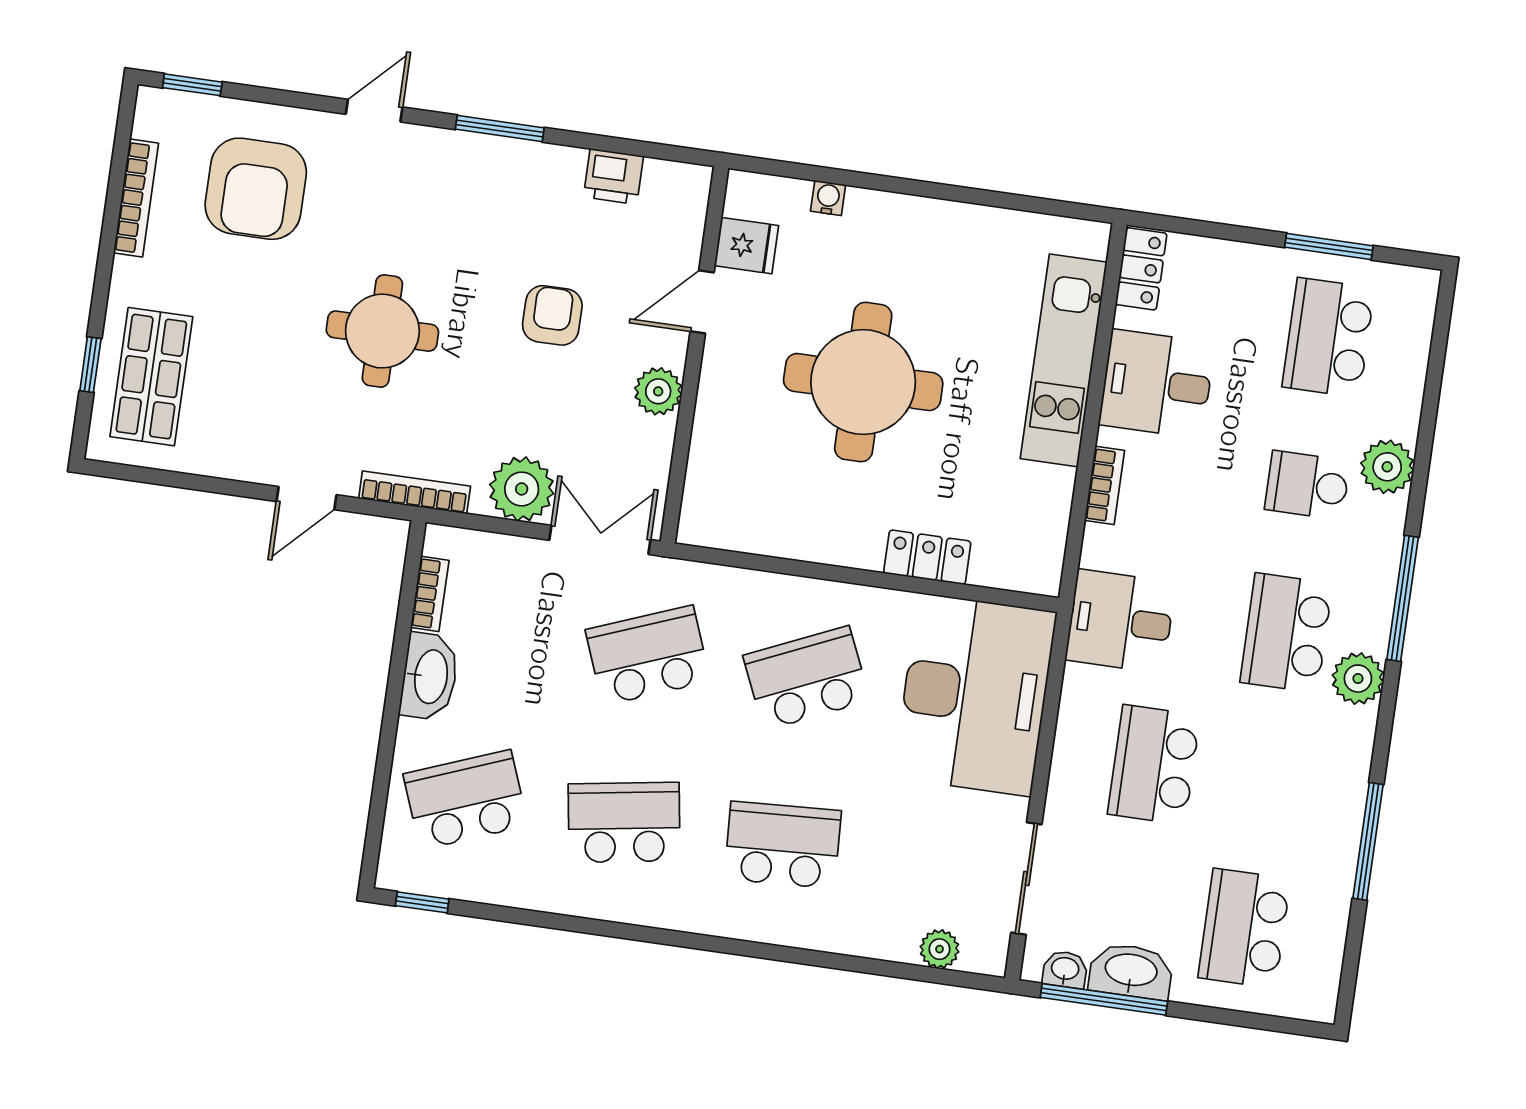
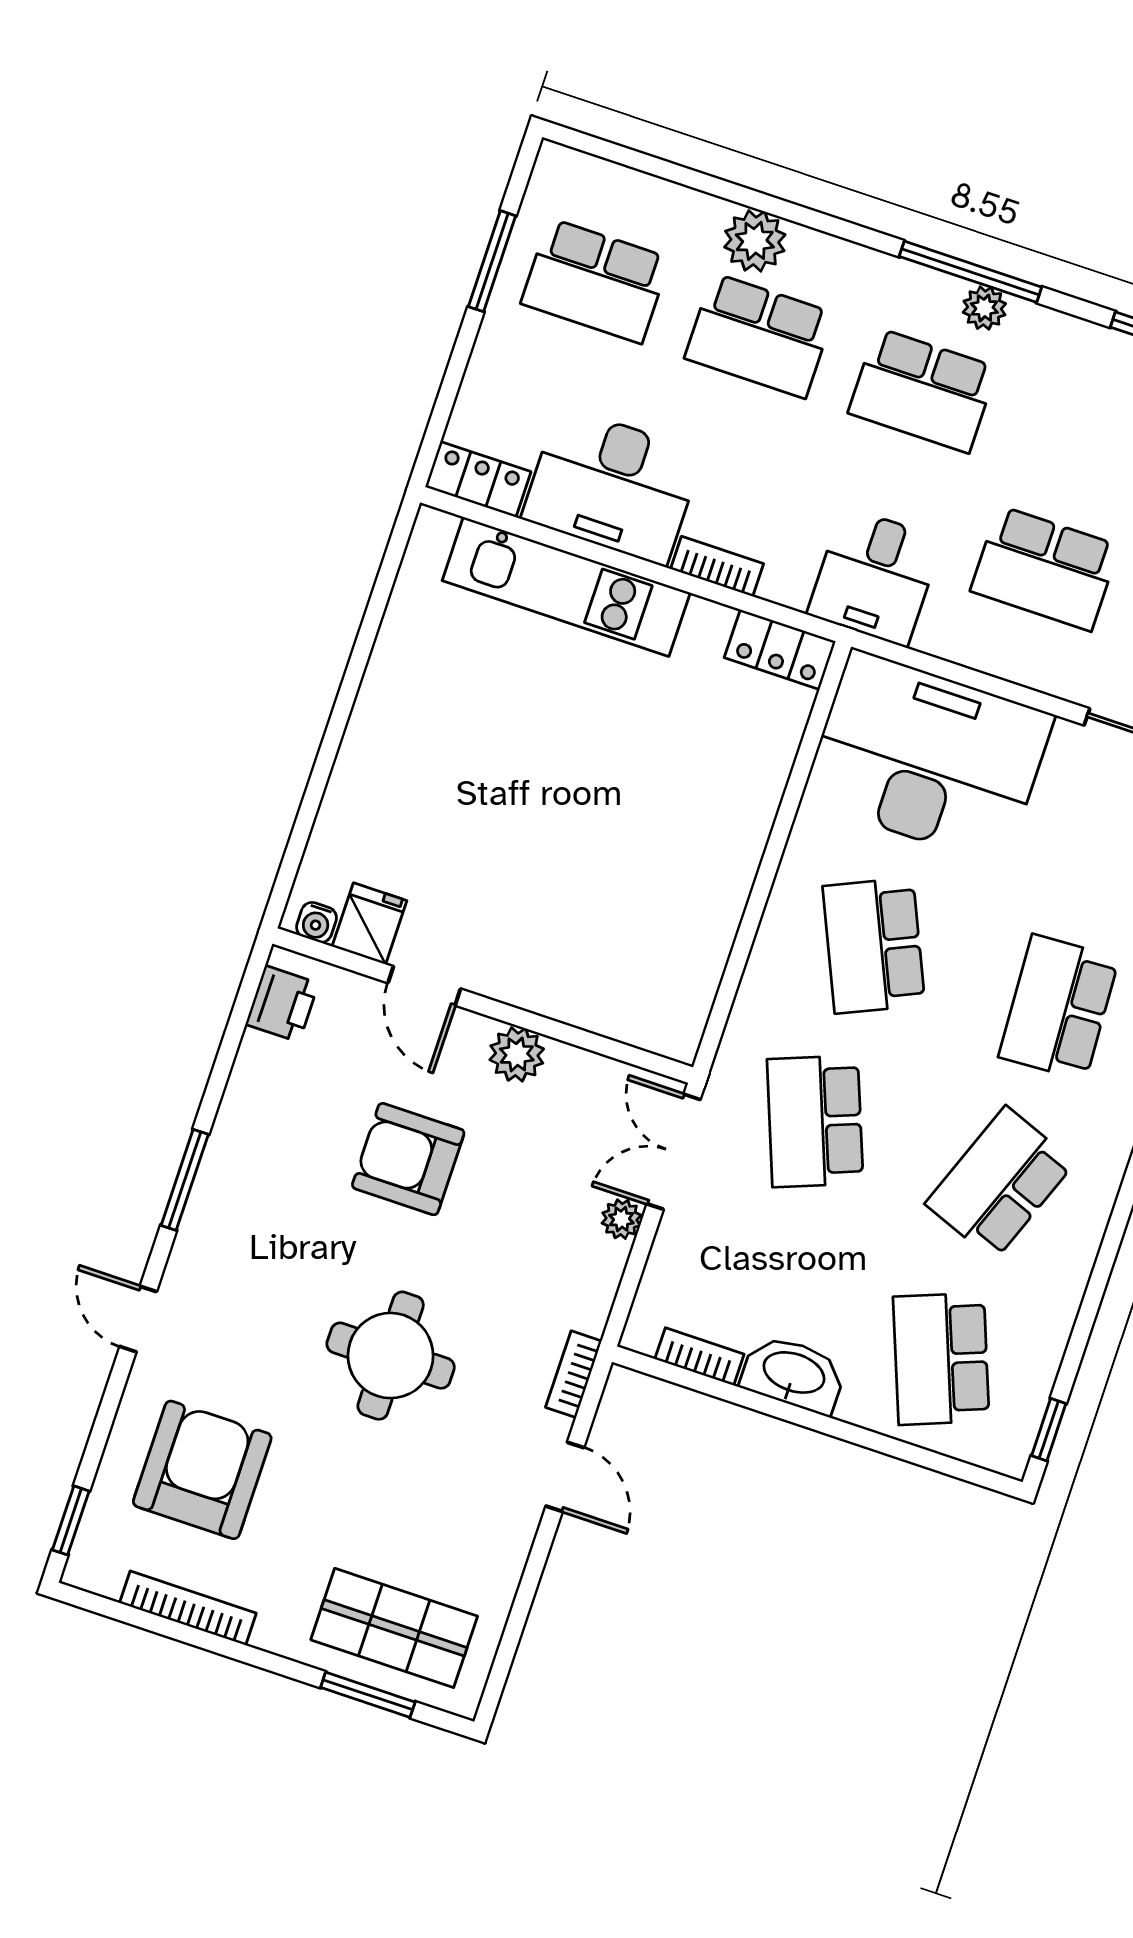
printer: (613, 176) -> (282, 1004), moved
armchair: (256, 189) -> (202, 1470), turned -90
water cooler: (828, 198) -> (316, 922), moved, turned -90
armchair: (552, 315) -> (408, 1159), width x1.38, depth x1.38
window: (90, 365) -> (368, 1695), width x1.50
round table: (863, 382) -> (549, 819), removed
desk: (1157, 384) -> (612, 486), width x1.37
school desk: (1307, 485) -> (759, 336), width x1.85
plant: (522, 489) -> (621, 1219), width x0.53, depth x0.53
bookcase: (415, 492) -> (574, 1374), width x0.64
locker: (927, 557) -> (780, 650), moved, turned -90
window: (1403, 598) -> (970, 272), moved
plant: (1358, 679) -> (984, 308), width x0.73, depth x0.73
school desk: (624, 822) -> (1000, 1183), turned 30

